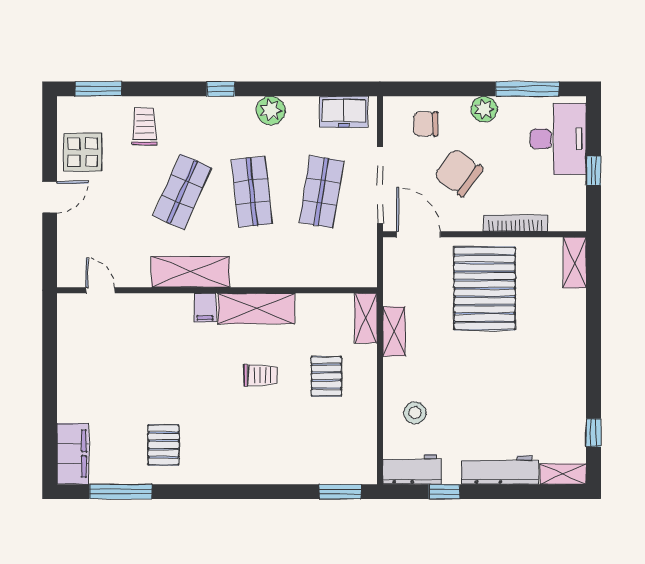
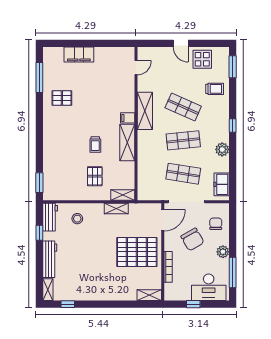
chair: (458, 173) -> (192, 239), turned 114
pallet: (326, 376) -> (95, 176), turned 90
filing cabinet: (73, 454) -> (79, 55), moved

